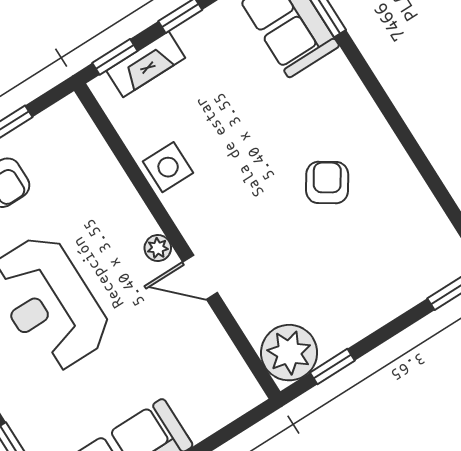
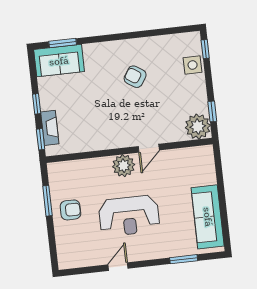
side table: (168, 167) -> (193, 65), moved
plant: (158, 248) -> (124, 166), width x1.88, depth x1.88

